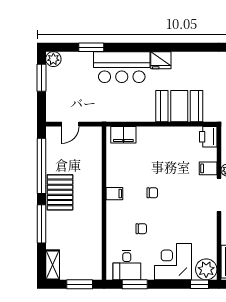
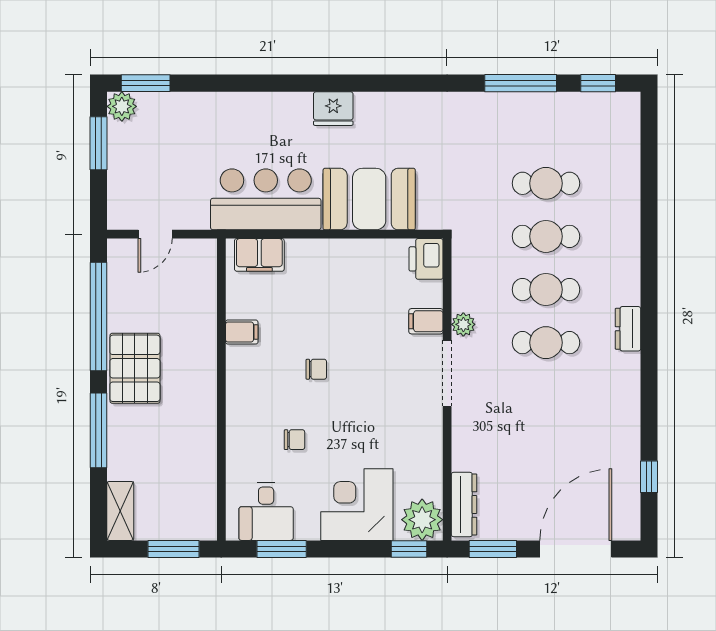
window: (91, 47) -> (146, 83), moved
bar counter: (122, 67) -> (266, 199), moved, turned 180
filing cabinet: (114, 194) -> (242, 332), moved

